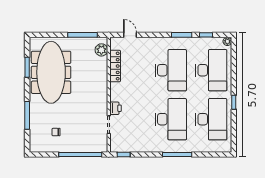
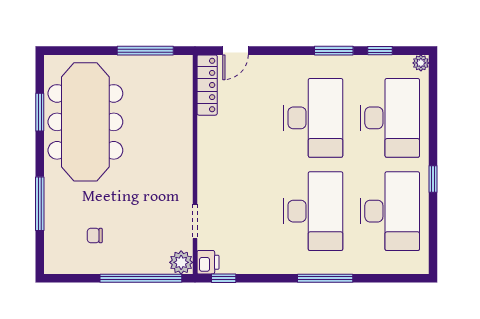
door: (130, 35) -> (236, 51), swing flipped
plant: (101, 50) -> (181, 262), moved
locker: (115, 66) -> (207, 85), moved
printer: (116, 108) -> (208, 262), moved

